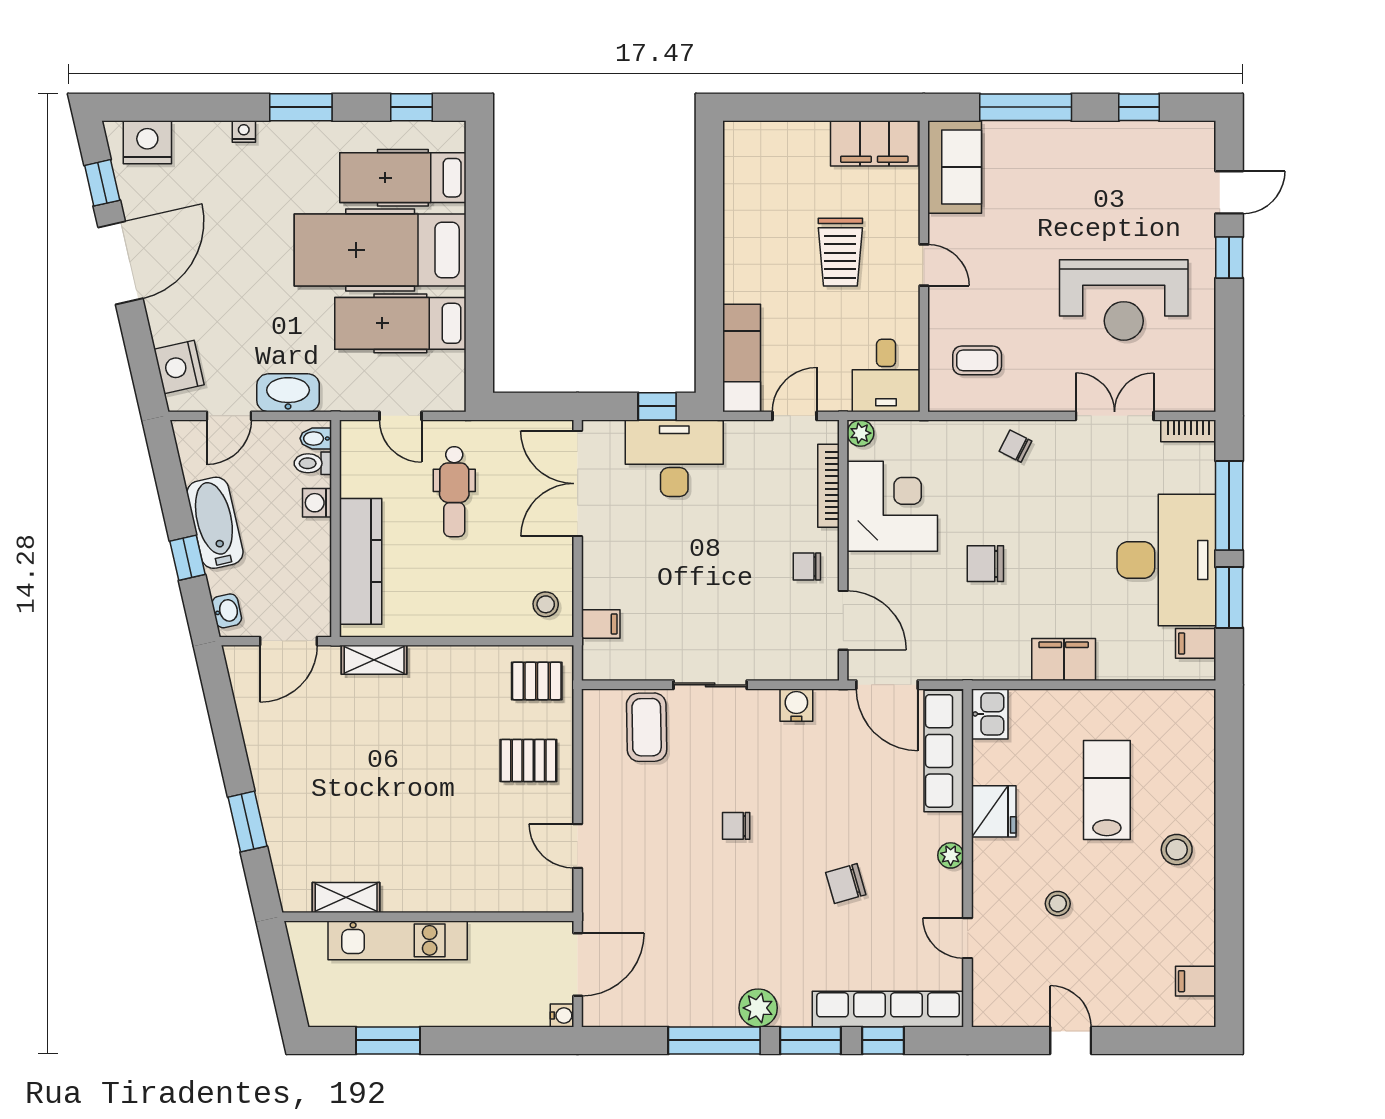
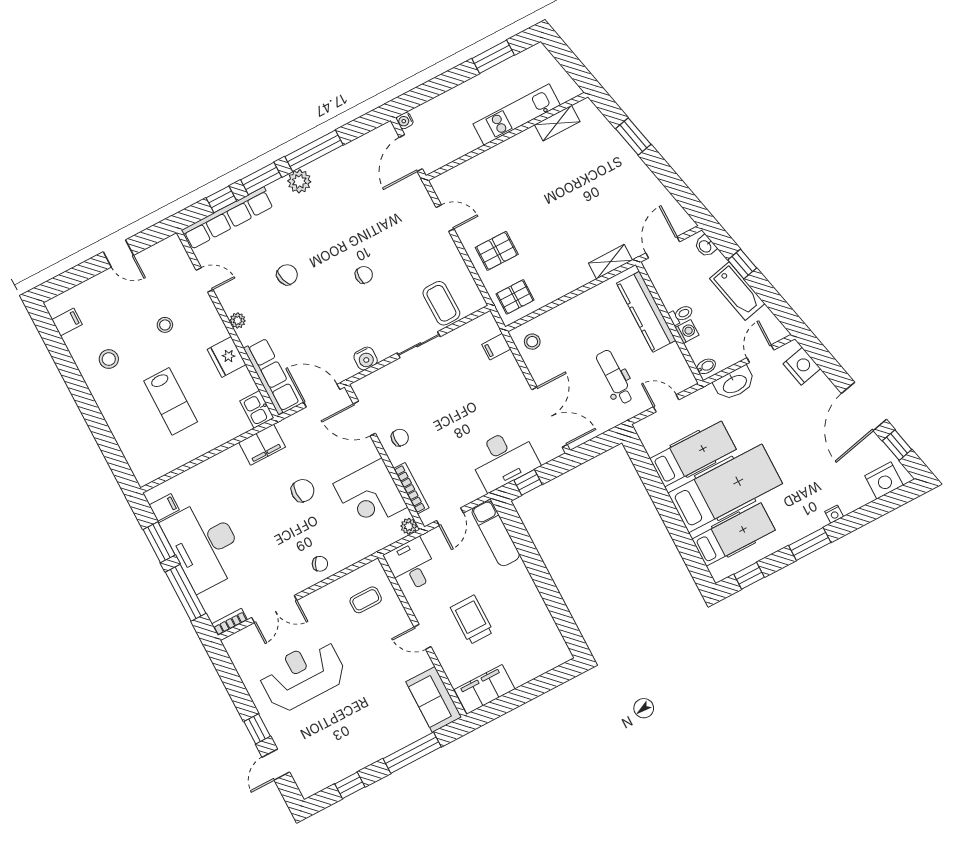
toilet: (313, 463) -> (681, 315), moved
filing cabinet: (1064, 660) -> (262, 445), moved
stool: (1177, 850) -> (109, 359), moved

